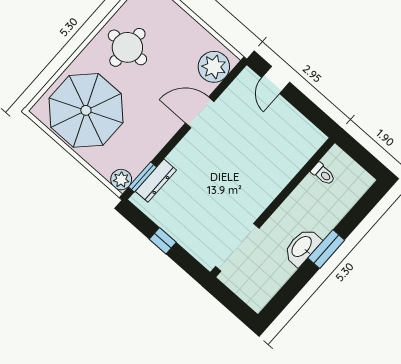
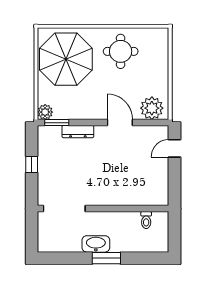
dresser: (156, 181) -> (78, 132), moved

